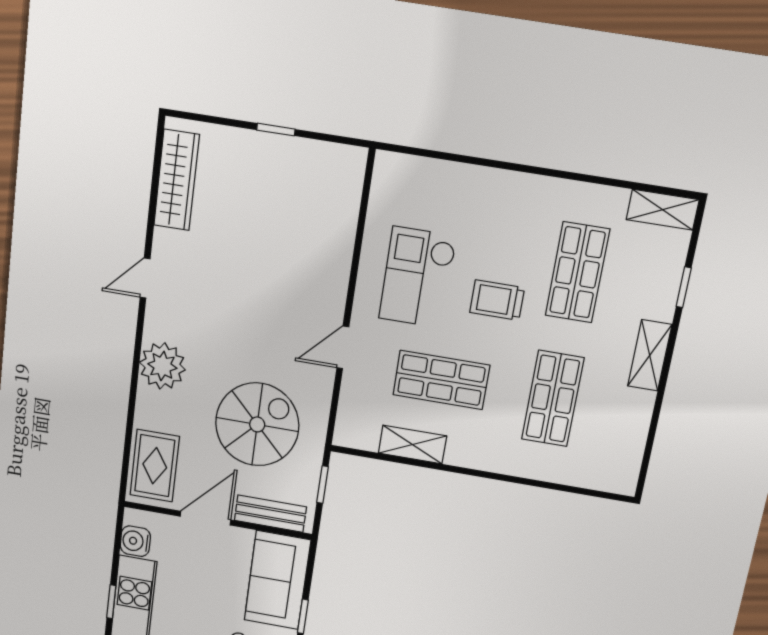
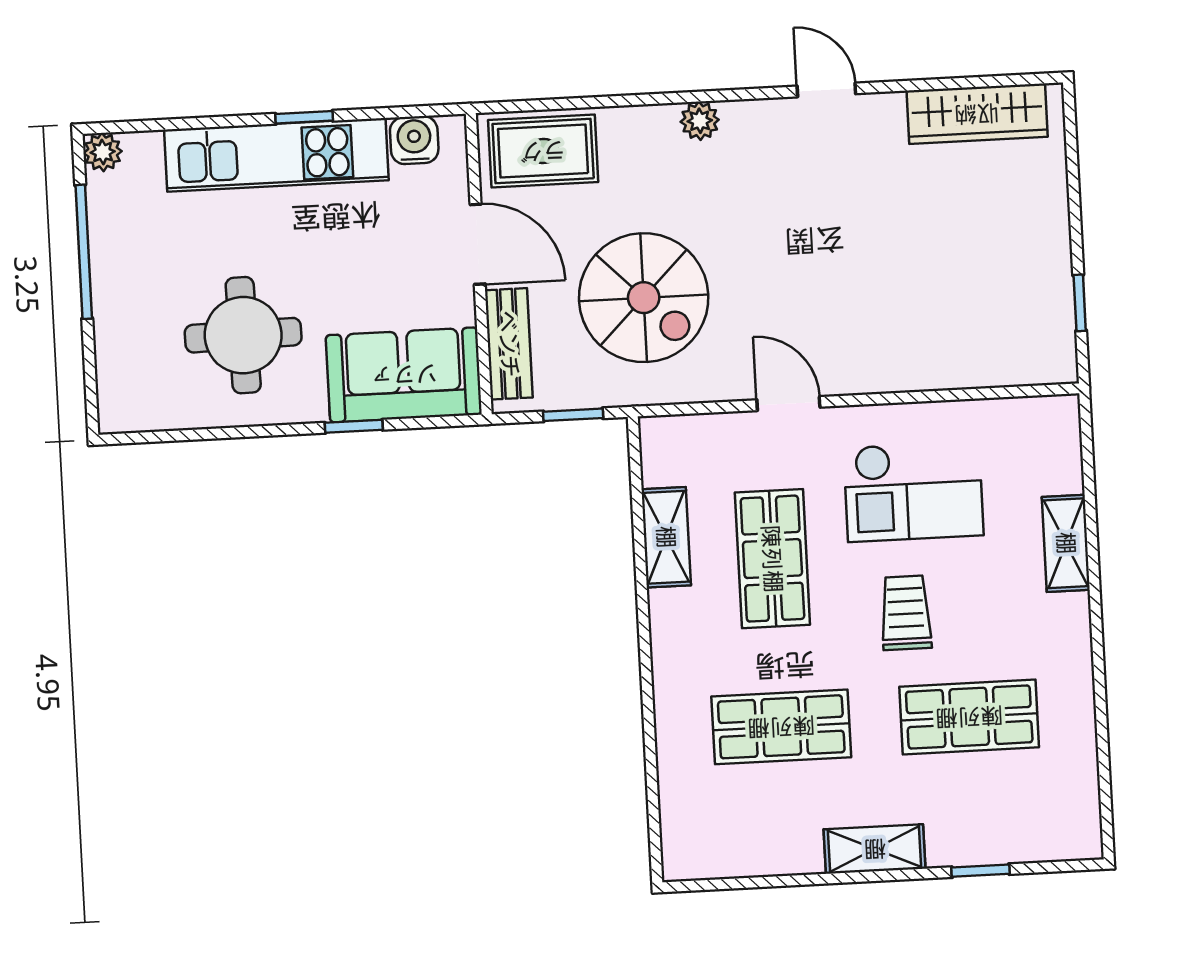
window: (276, 130) -> (1080, 303), moved
shelving: (663, 210) -> (1066, 543), moved
checkout: (418, 277) -> (913, 491), turned 180
plant: (162, 366) -> (700, 121), width x0.53, depth x0.53

